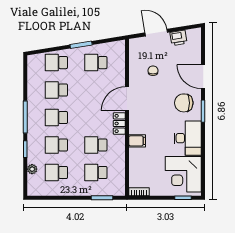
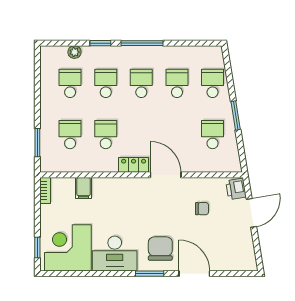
printer: (178, 38) -> (236, 189), moved
door: (203, 77) -> (194, 274), hinge flipped
filing cabinet: (137, 141) -> (84, 188), moved

